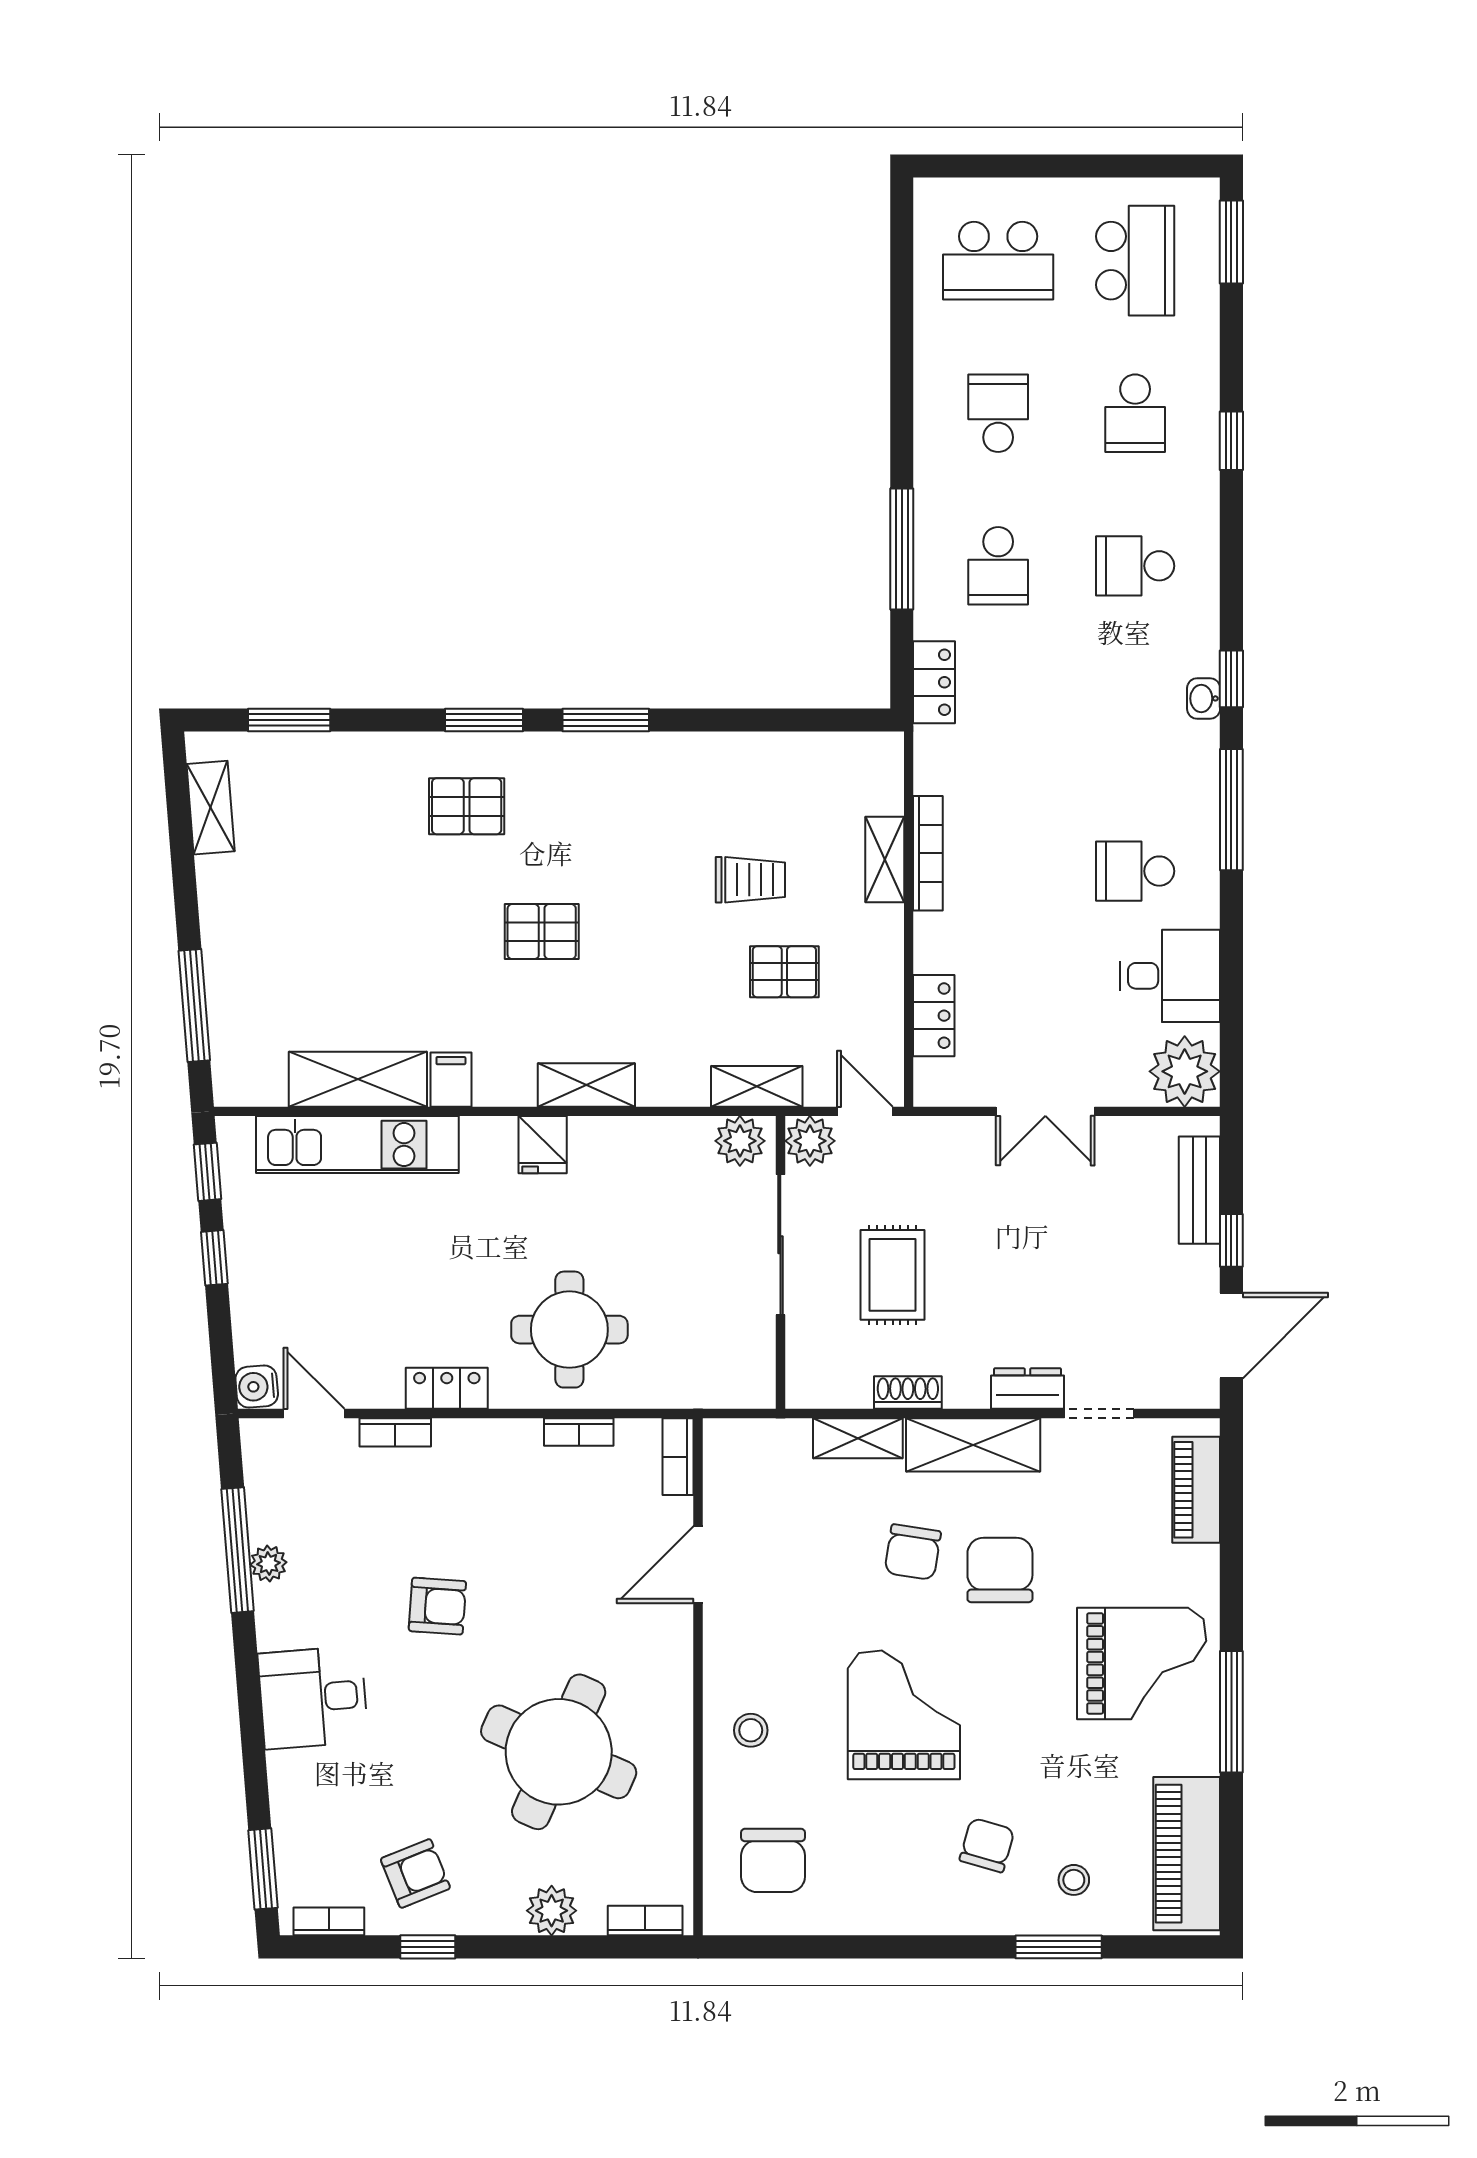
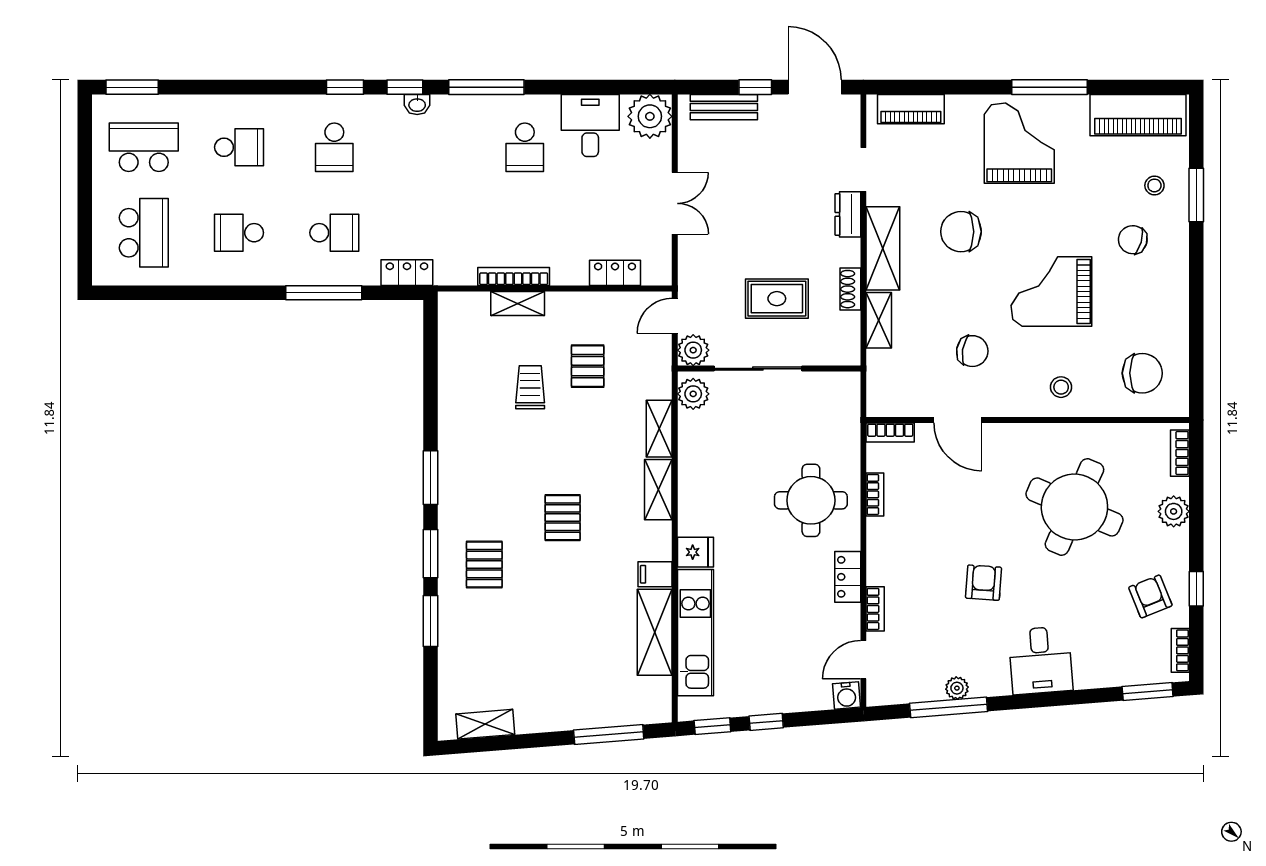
window: (1231, 441) -> (345, 87), moved
window: (289, 720) -> (430, 621), moved
shelving: (757, 1086) -> (659, 429), moved
fridge: (543, 1145) -> (696, 552), moved
chair: (913, 1552) -> (972, 351), moved

